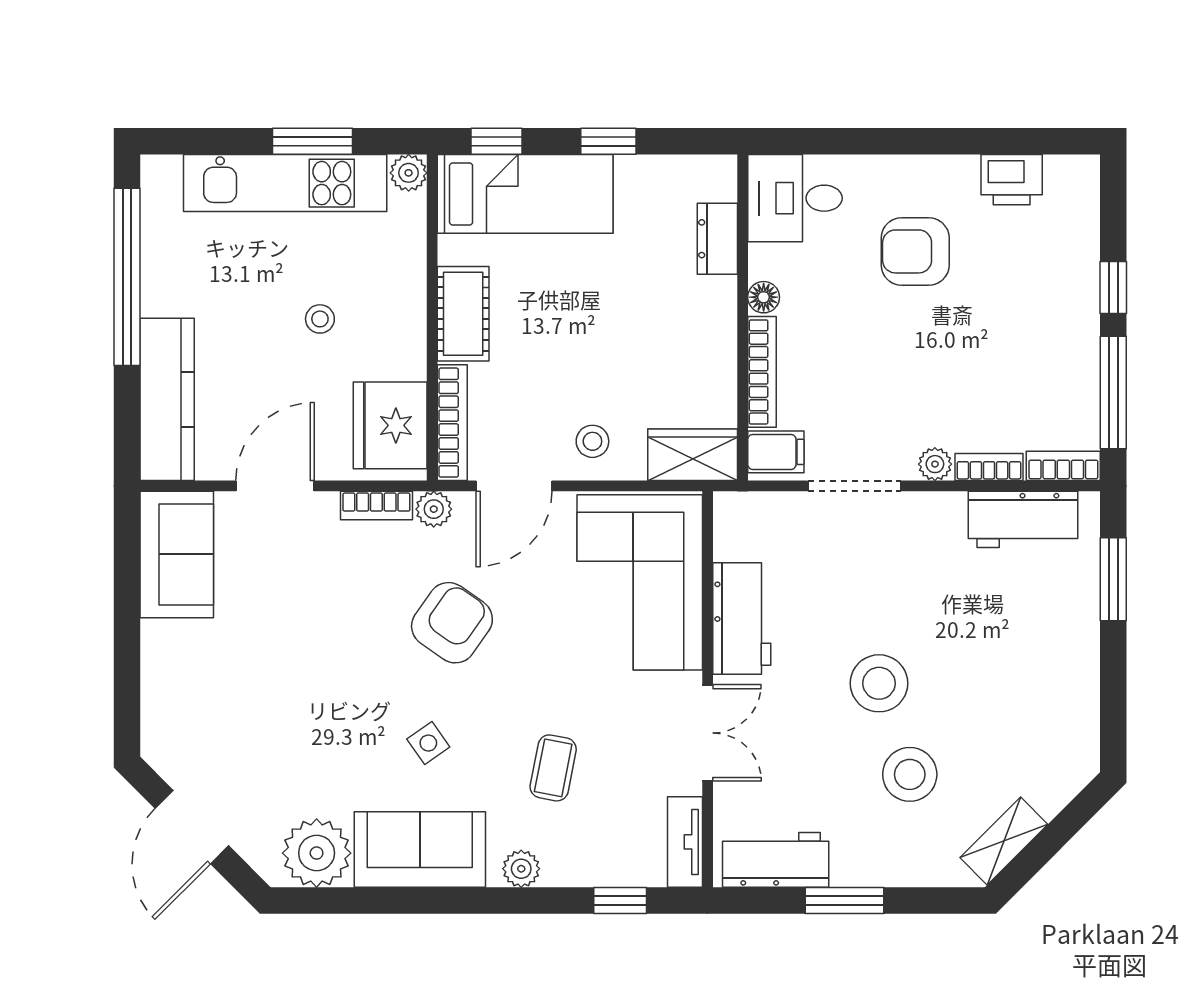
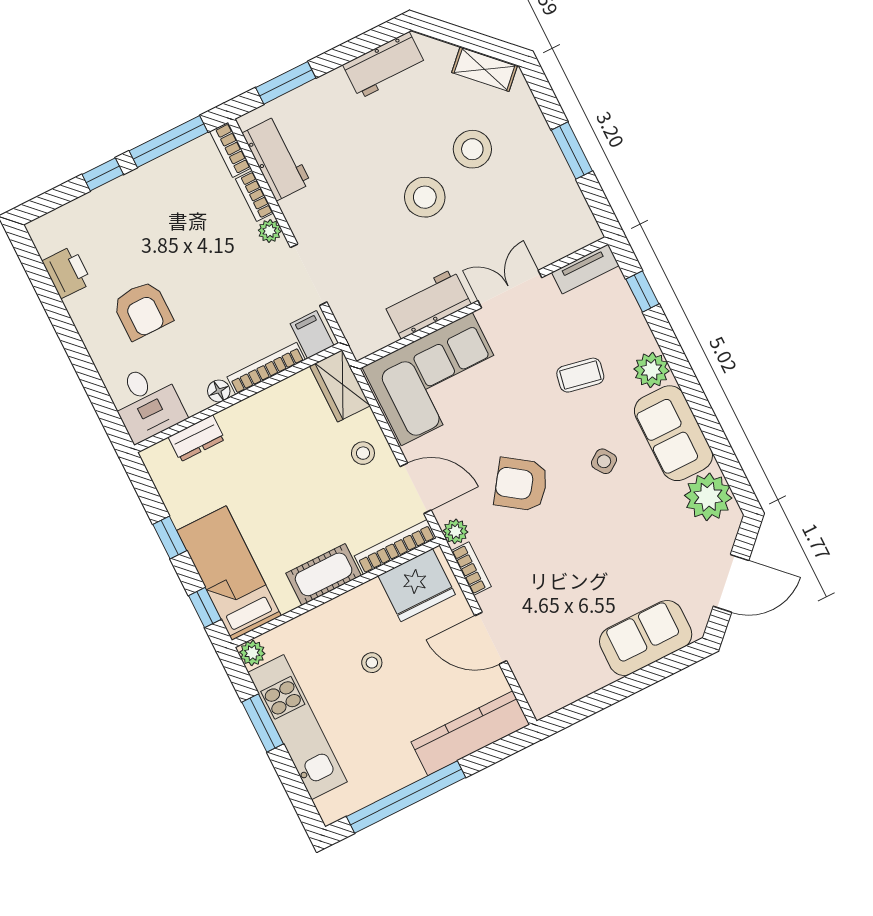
sofa: (177, 554) -> (646, 638), moved
workbench: (776, 860) -> (384, 65), moved, turned -90
plant: (521, 869) -> (652, 370), width x1.38, depth x1.38

